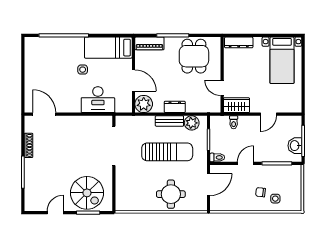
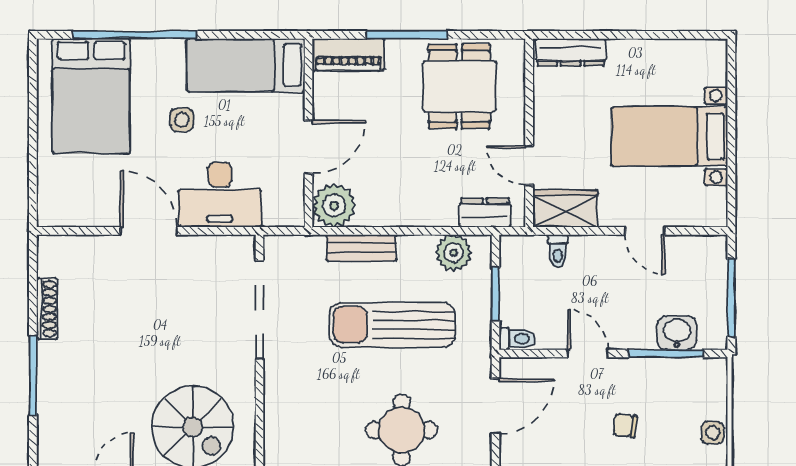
bed: (46, 60) -> (91, 96), added
bed with nightstands: (282, 60) -> (669, 136), moved, turned 90
door: (133, 81) -> (309, 147), hinge flipped
dresser: (175, 107) -> (485, 213), moved
door: (44, 114) -> (149, 231), moved
door: (268, 114) -> (645, 231), hinge flipped
bench: (169, 121) -> (361, 248), moved
washbasin: (295, 146) -> (677, 333), moved, turned 90
sun lounger: (167, 152) -> (392, 325), turned 180
door: (246, 163) -> (588, 353), hinge flipped
side table: (275, 199) -> (713, 433), moved

